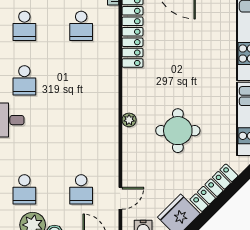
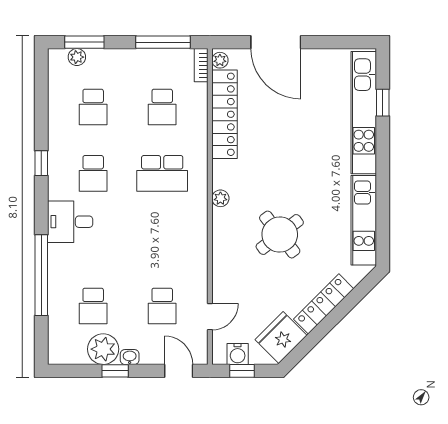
school desk: (81, 80) -> (162, 173), added
plant: (129, 120) -> (220, 198), moved
round table: (178, 131) -> (280, 235), turned -38

